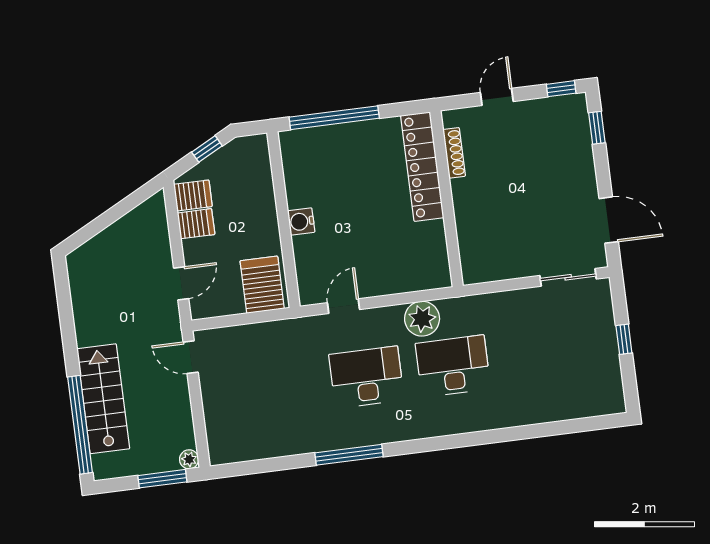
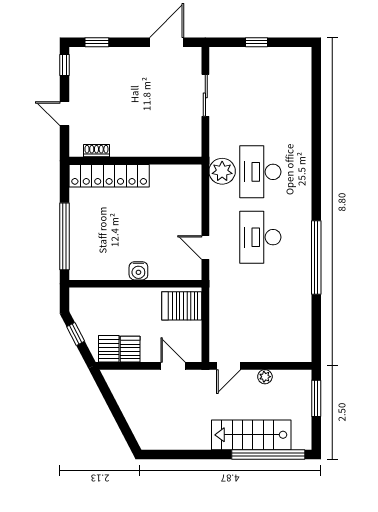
shoe rack: (454, 153) -> (96, 151), width x0.70
sliding door: (568, 277) -> (205, 95), moved
plant: (422, 319) -> (222, 171), moved
window: (349, 455) -> (316, 257), width x1.46
plant: (189, 459) -> (265, 377), moved

